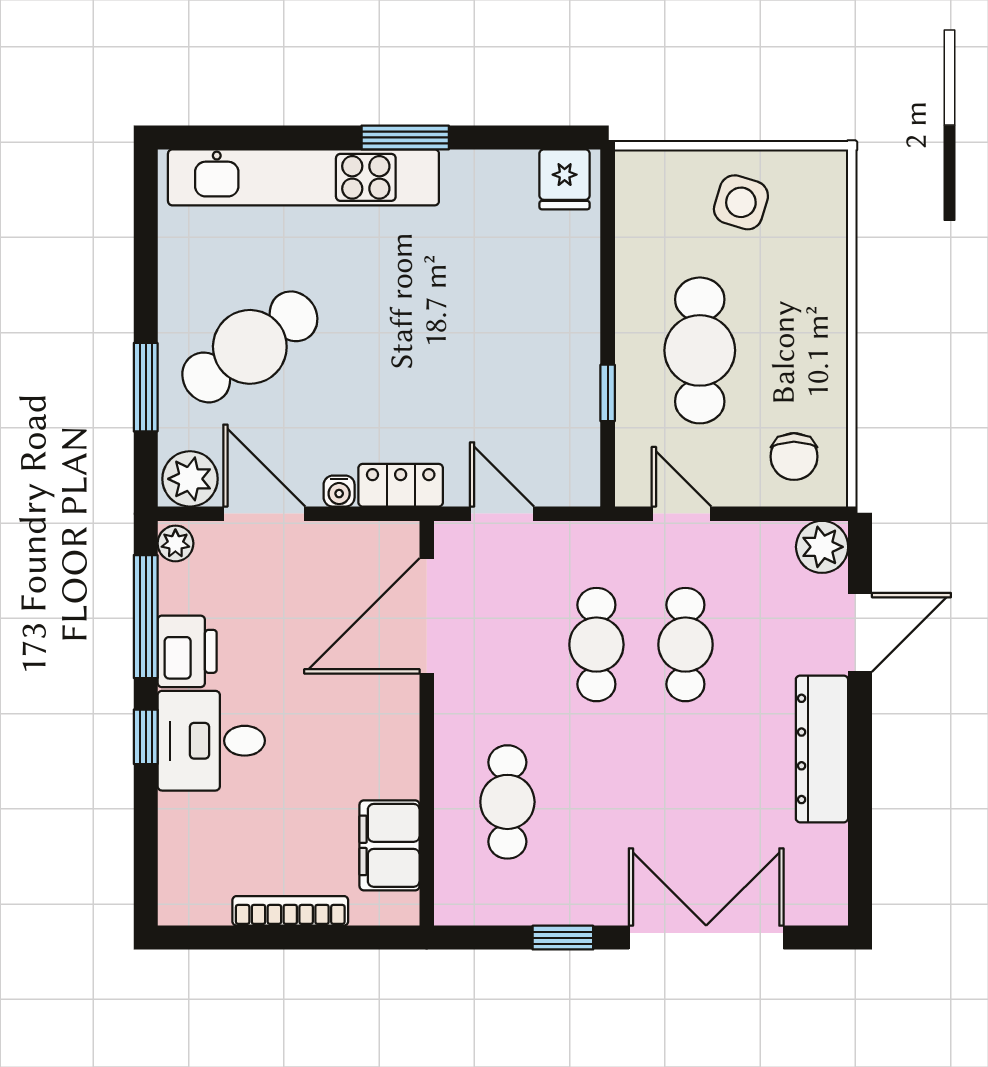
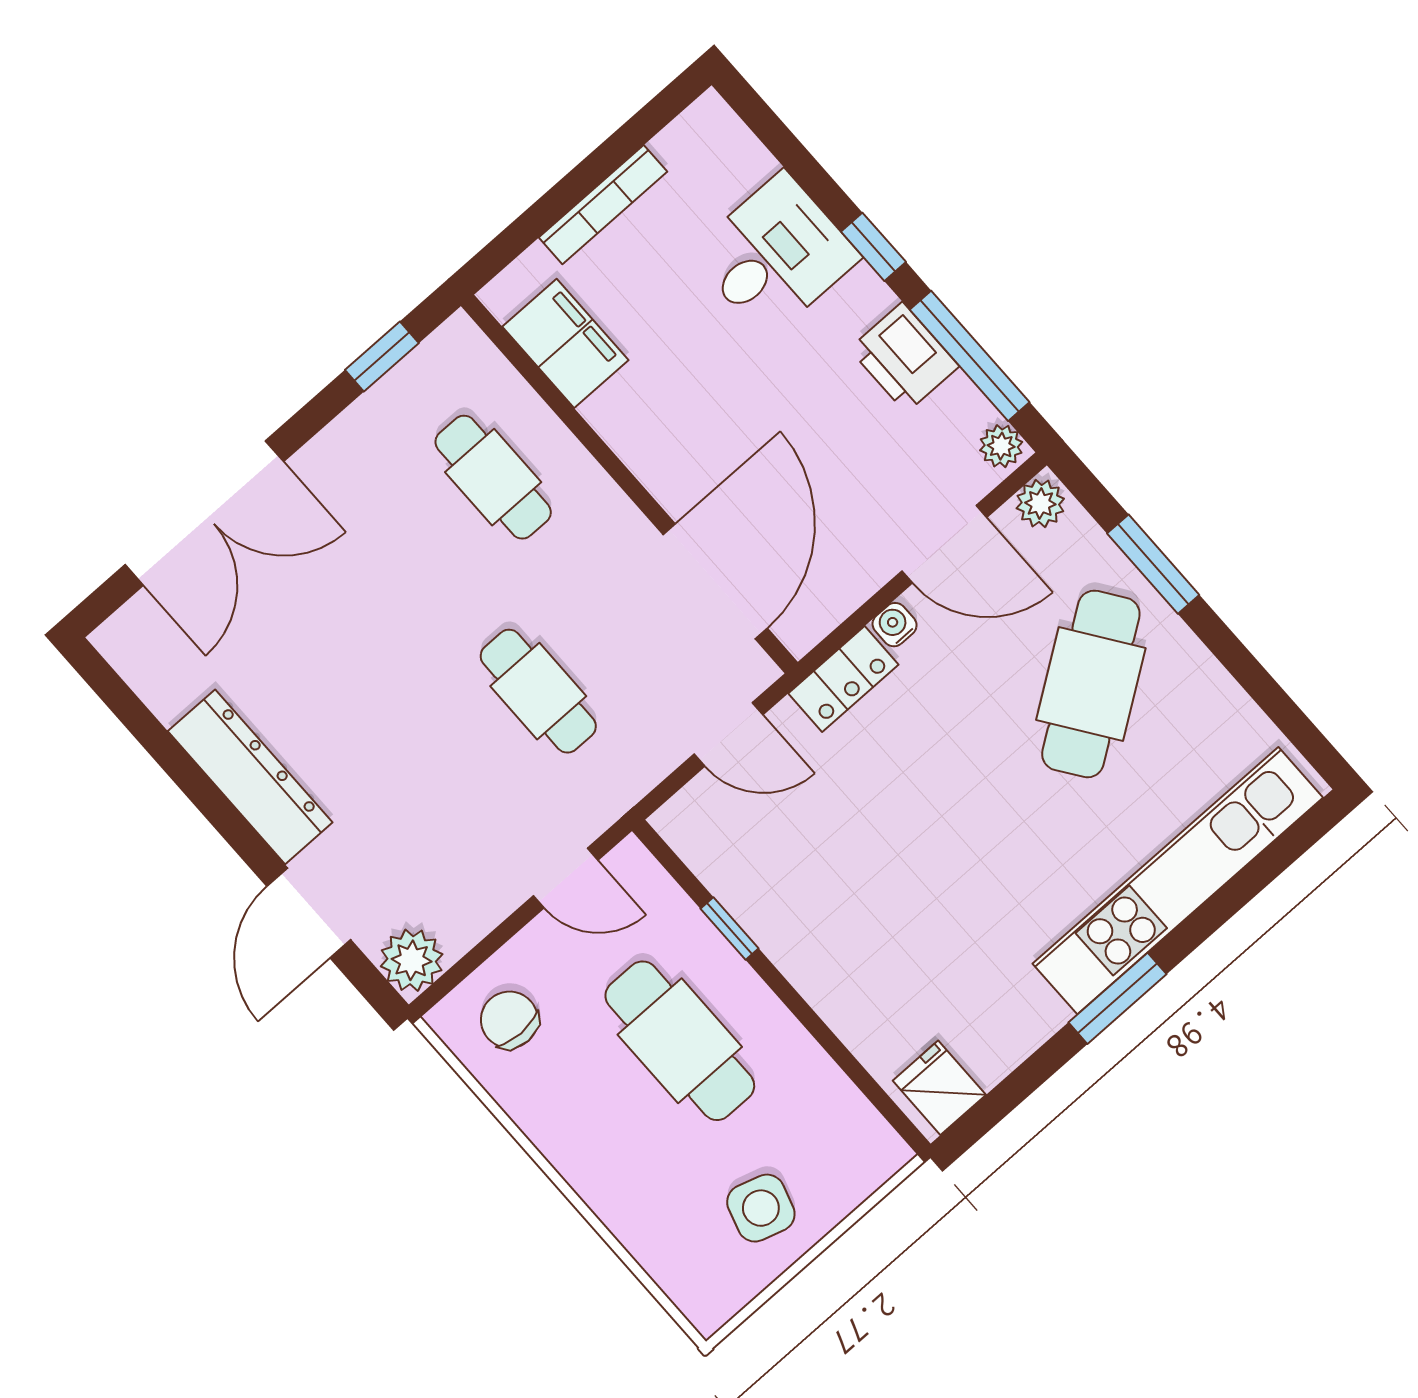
plant: (190, 479) -> (1040, 503), width x0.73, depth x0.73
cafe table: (685, 645) -> (457, 762), removed
desk: (211, 741) -> (775, 255), moved
window: (563, 938) -> (382, 356), moved

